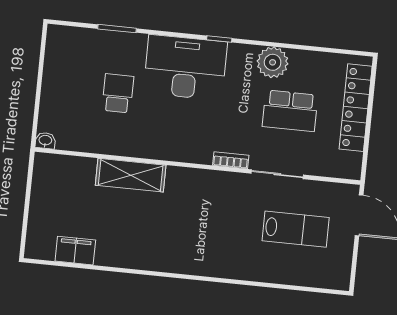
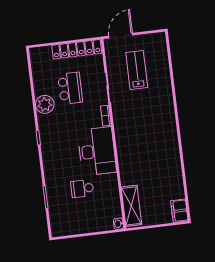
desk: (185, 67) -> (97, 151), moved, turned 180
locker: (356, 108) -> (77, 49), moved
shelving: (131, 175) -> (131, 206), moved
filing cabinet: (75, 251) -> (179, 211), moved

